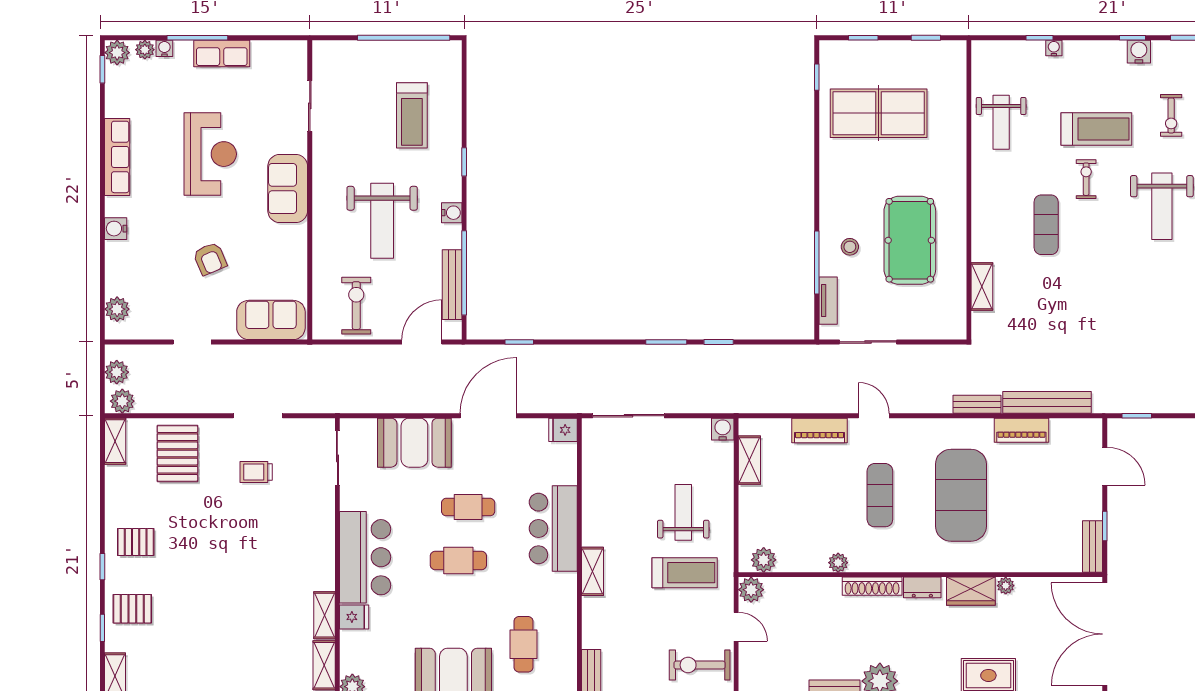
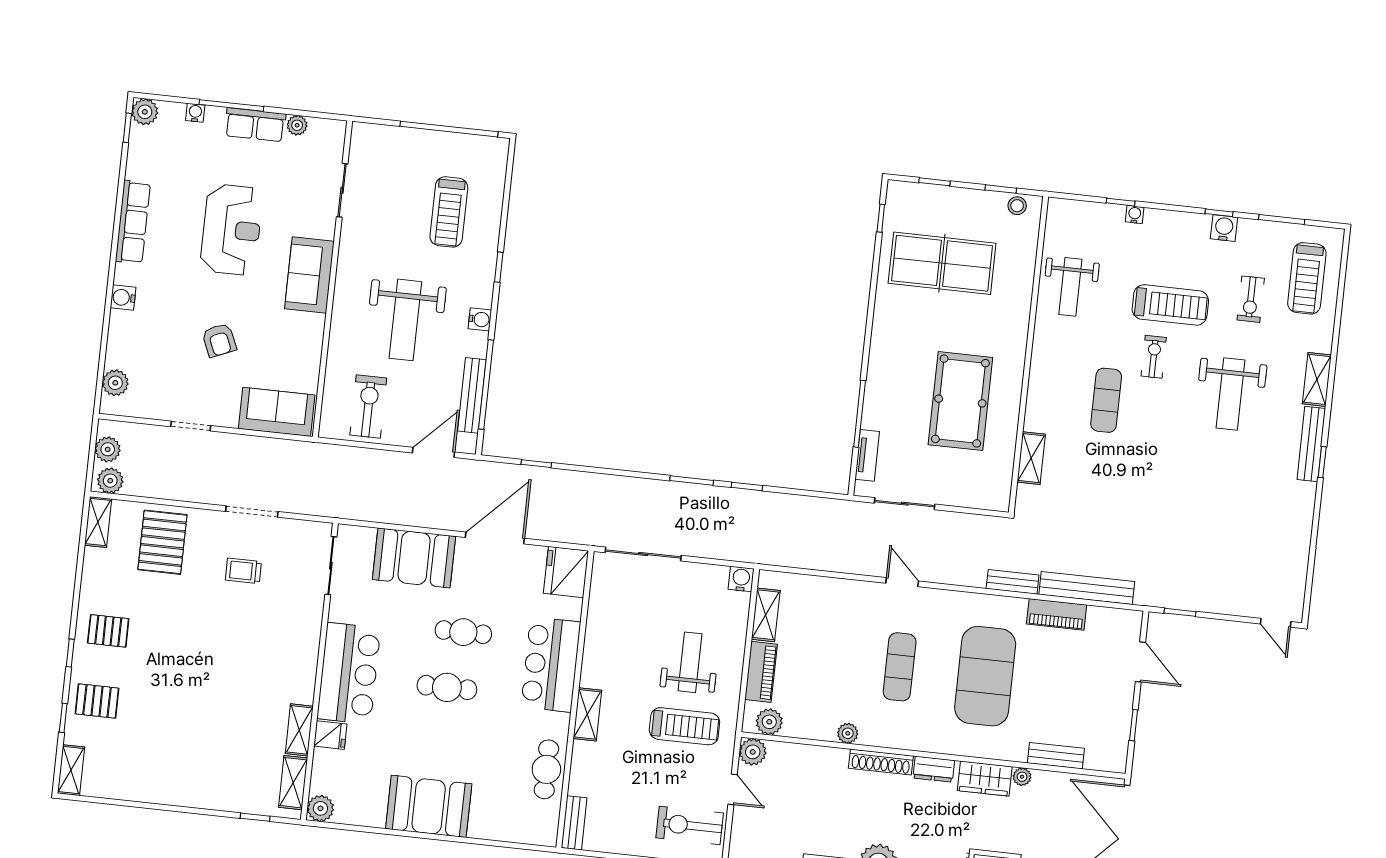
plant: (145, 50) -> (297, 125), moved
stool: (850, 247) -> (1017, 206), moved
fridge: (563, 430) -> (566, 572), width x1.88, depth x1.34
piano: (820, 430) -> (761, 672), moved, turned -90
bench: (1093, 546) -> (1056, 756), moved, turned 90
cafe table: (523, 644) -> (546, 769), moved

